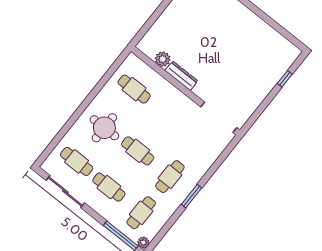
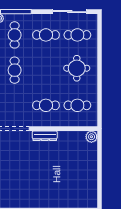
plant: (163, 59) -> (91, 137), moved
dresser: (181, 76) -> (45, 136), moved
cafe table: (138, 151) -> (46, 105), moved

